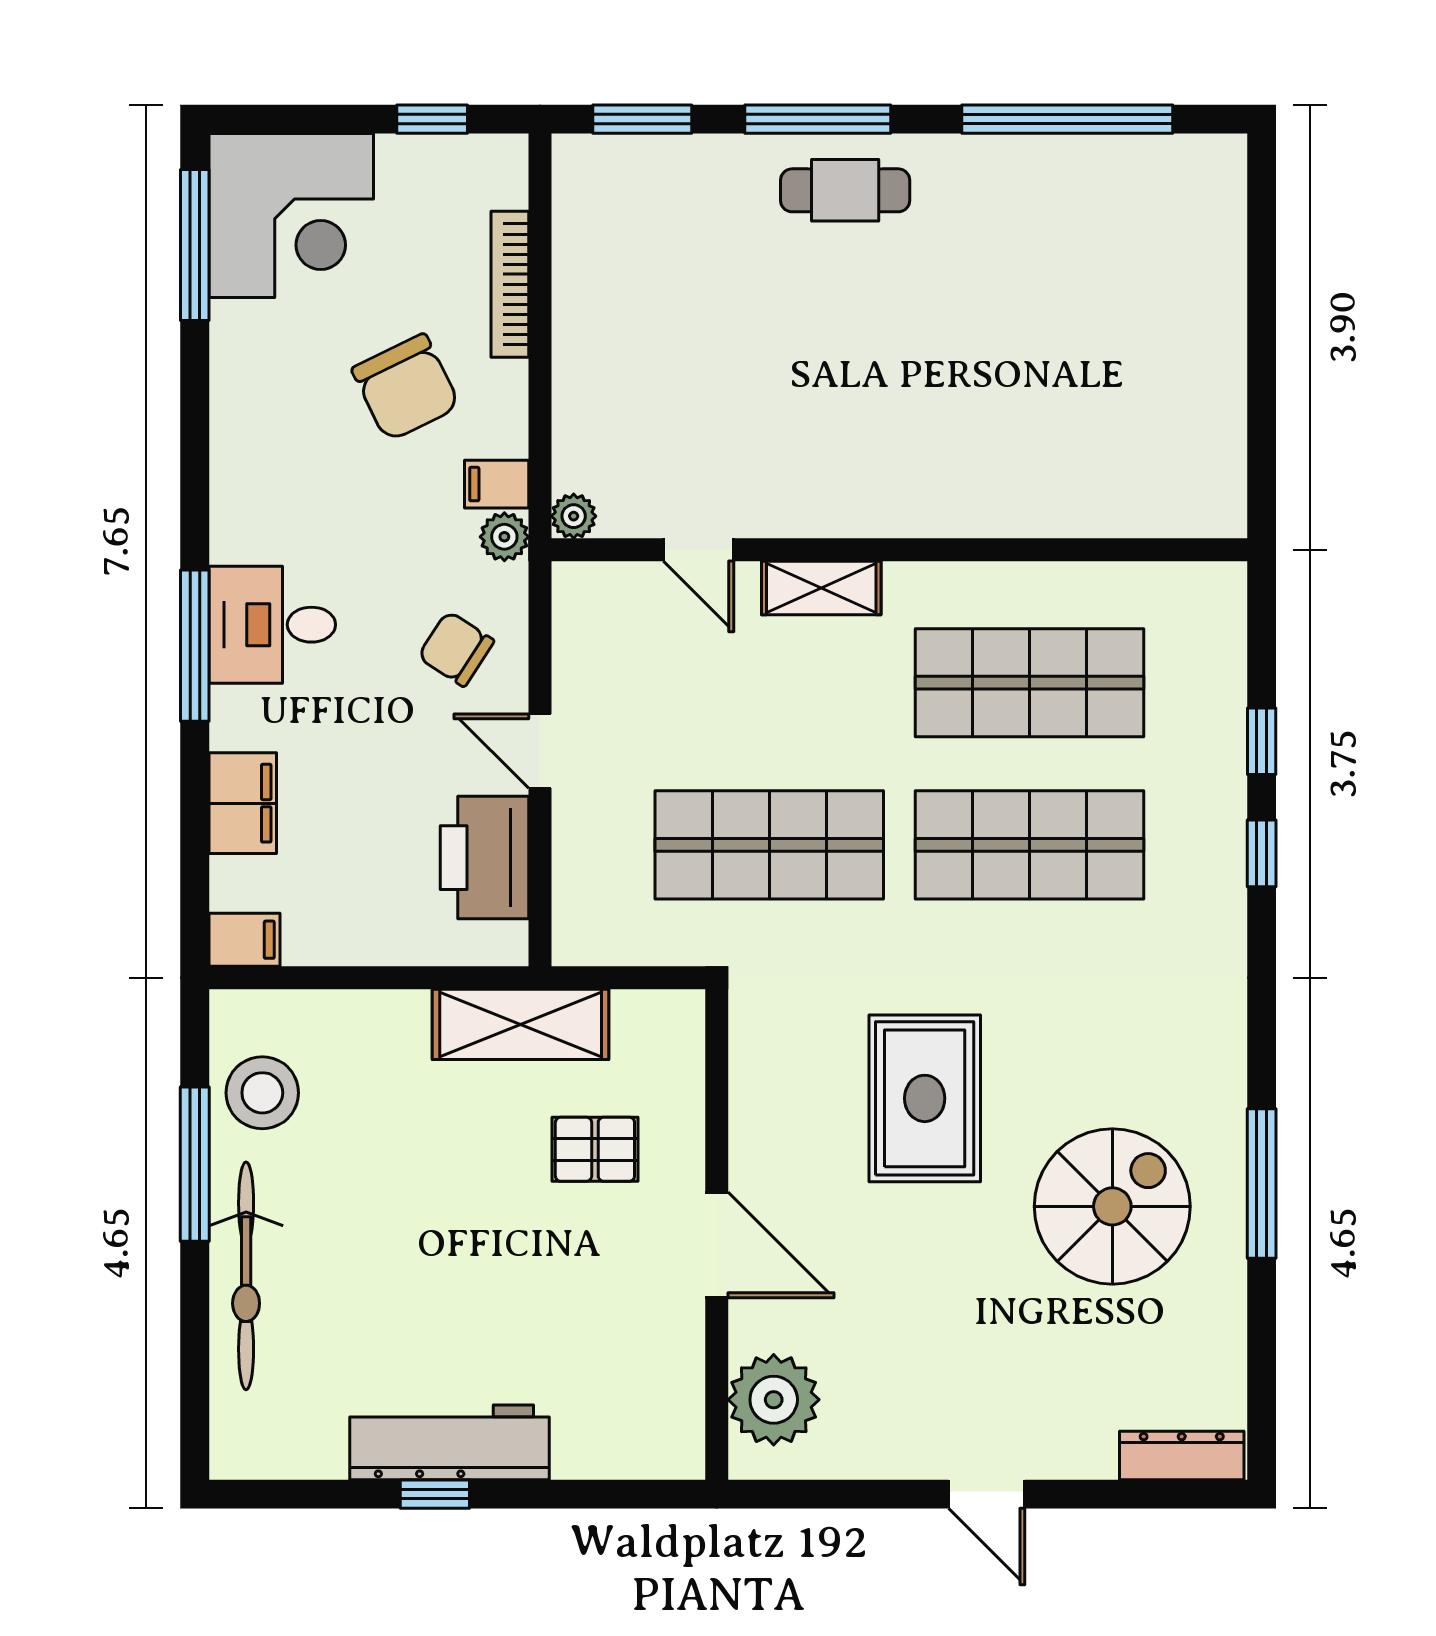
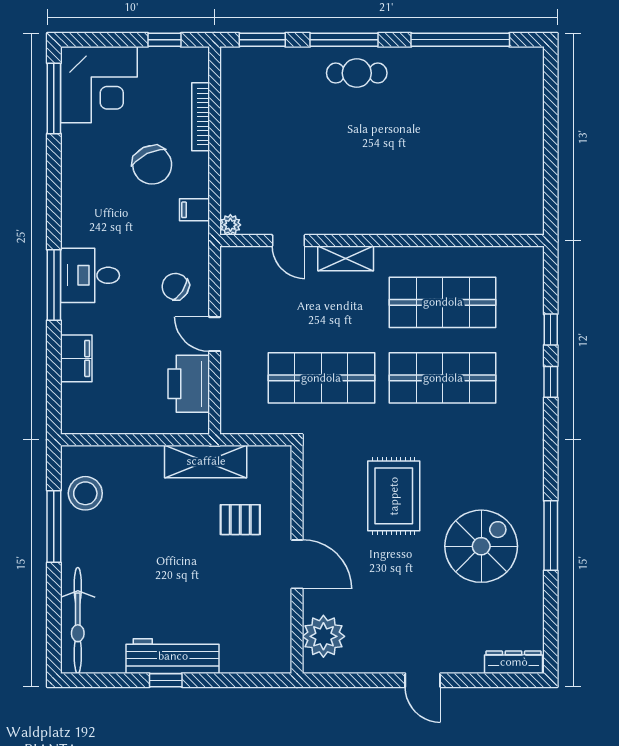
plant: (504, 537) -> (198, 234), removed
filing cabinet: (244, 940) -> (77, 422), removed
bicycle: (246, 1276) -> (78, 620), moved

